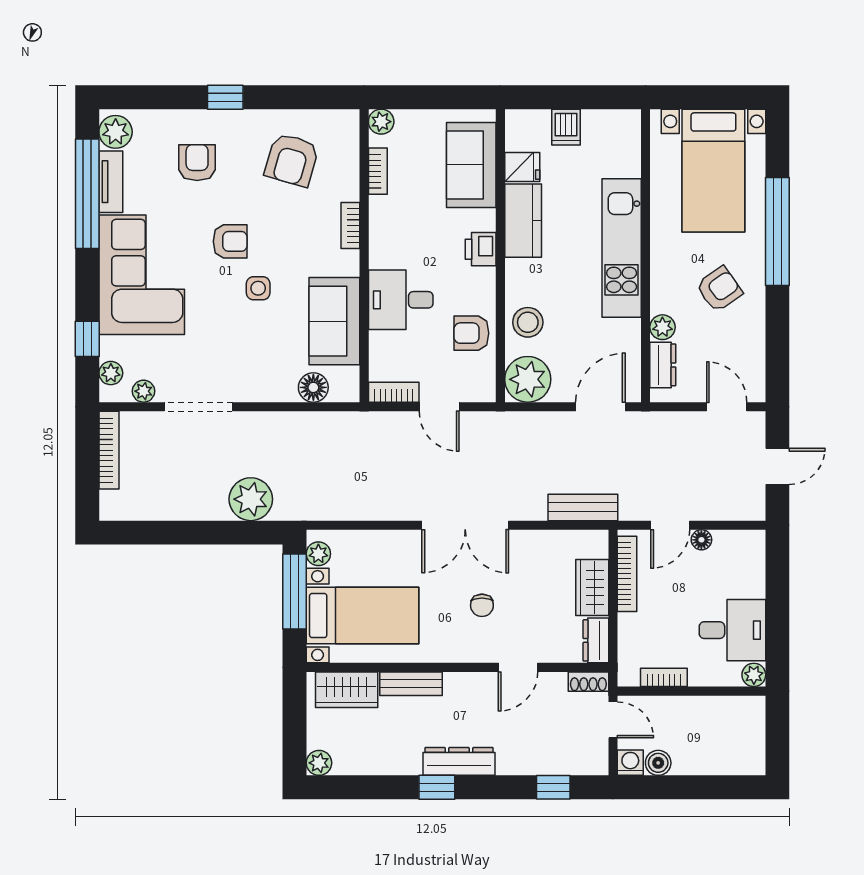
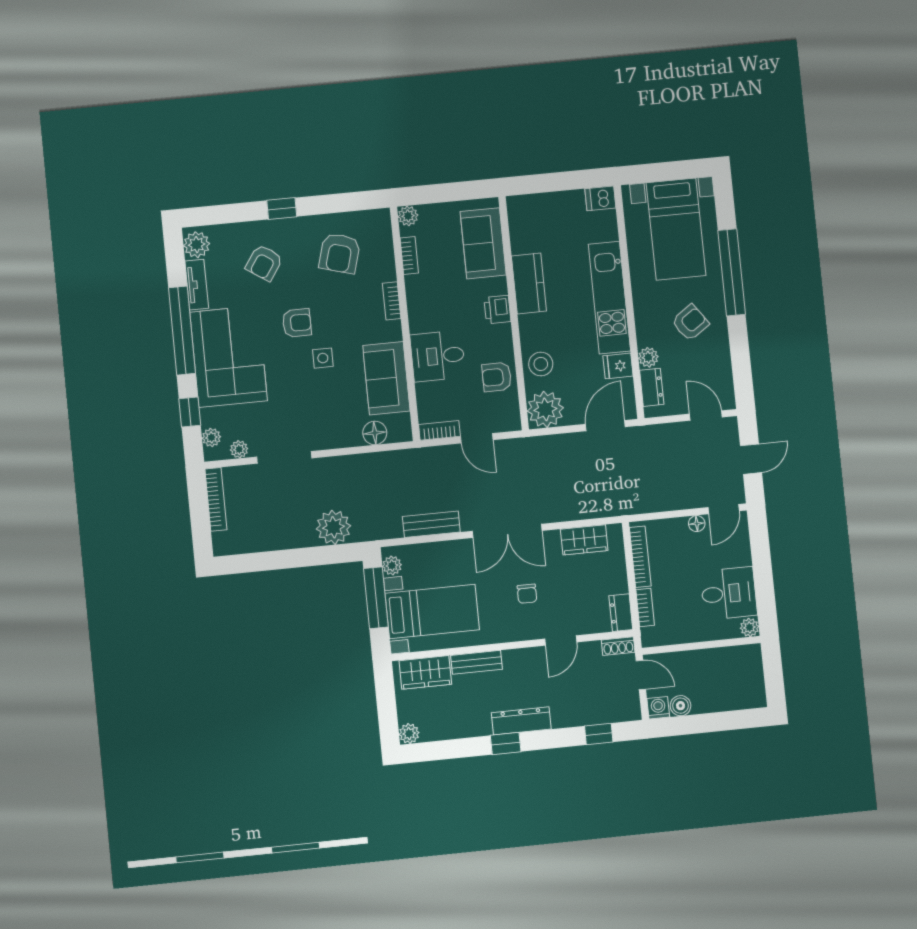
dishwasher: (566, 127) -> (600, 198), moved, turned 90
armchair: (197, 163) -> (264, 263), turned -146
fridge: (522, 167) -> (618, 366), moved, turned 180
window: (87, 194) -> (182, 330), moved
bench: (583, 507) -> (431, 524), moved
door: (670, 525) -> (724, 509), moved
wardrobe: (592, 588) -> (584, 540), moved, turned -90
bookcase: (664, 677) -> (645, 607), moved, turned 90

